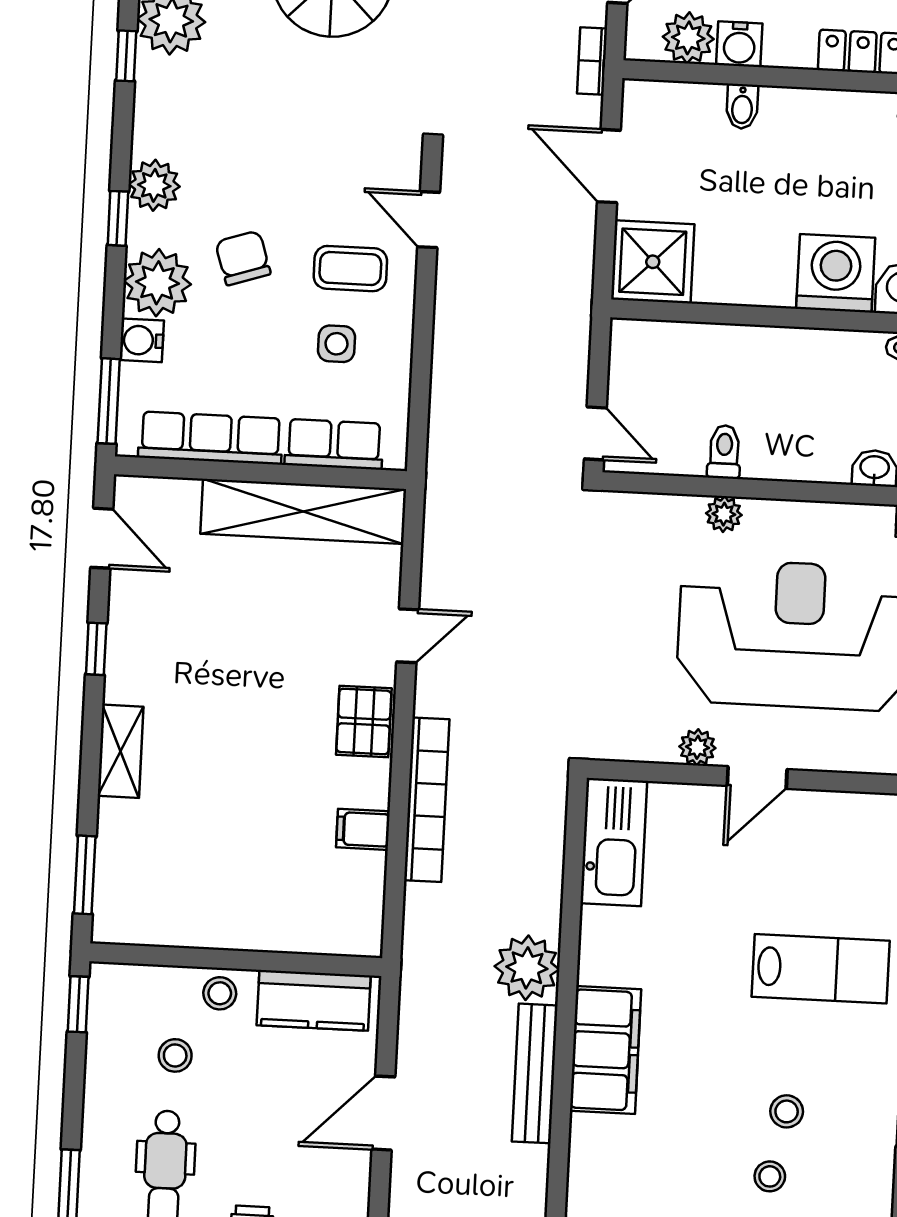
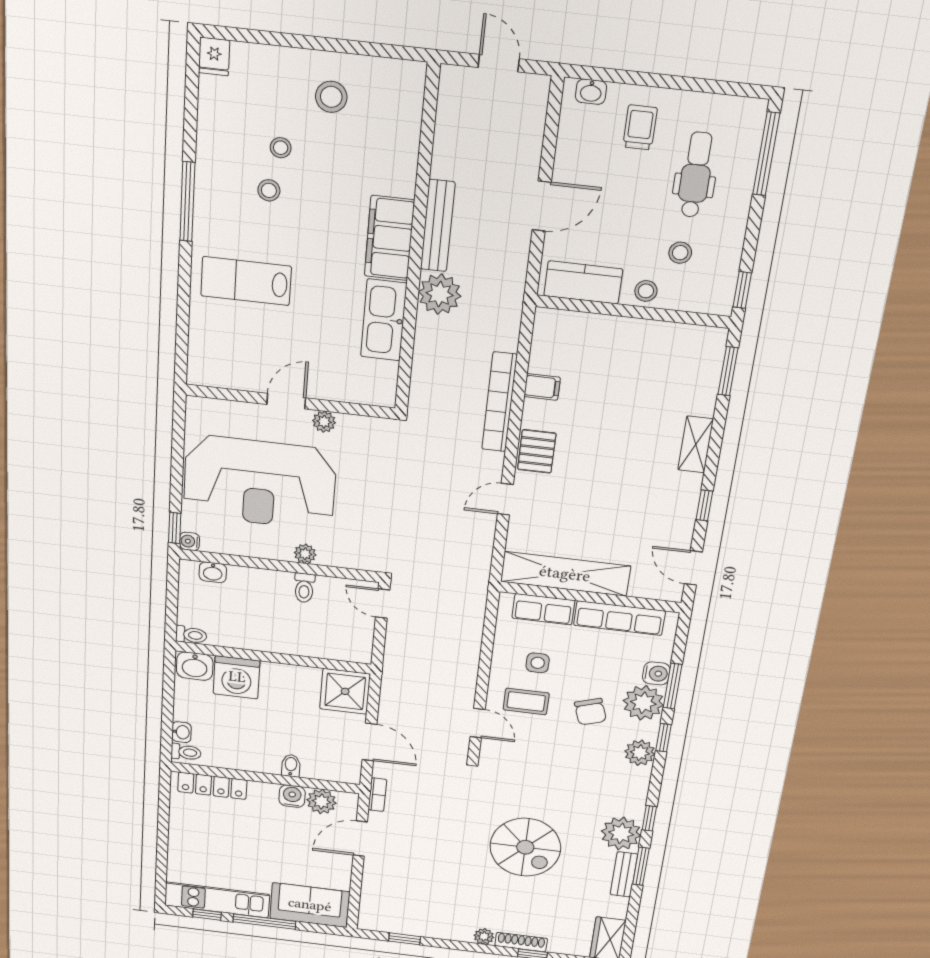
window: (109, 401) -> (673, 686), moved
kitchen sink: (614, 842) -> (384, 320), moved

